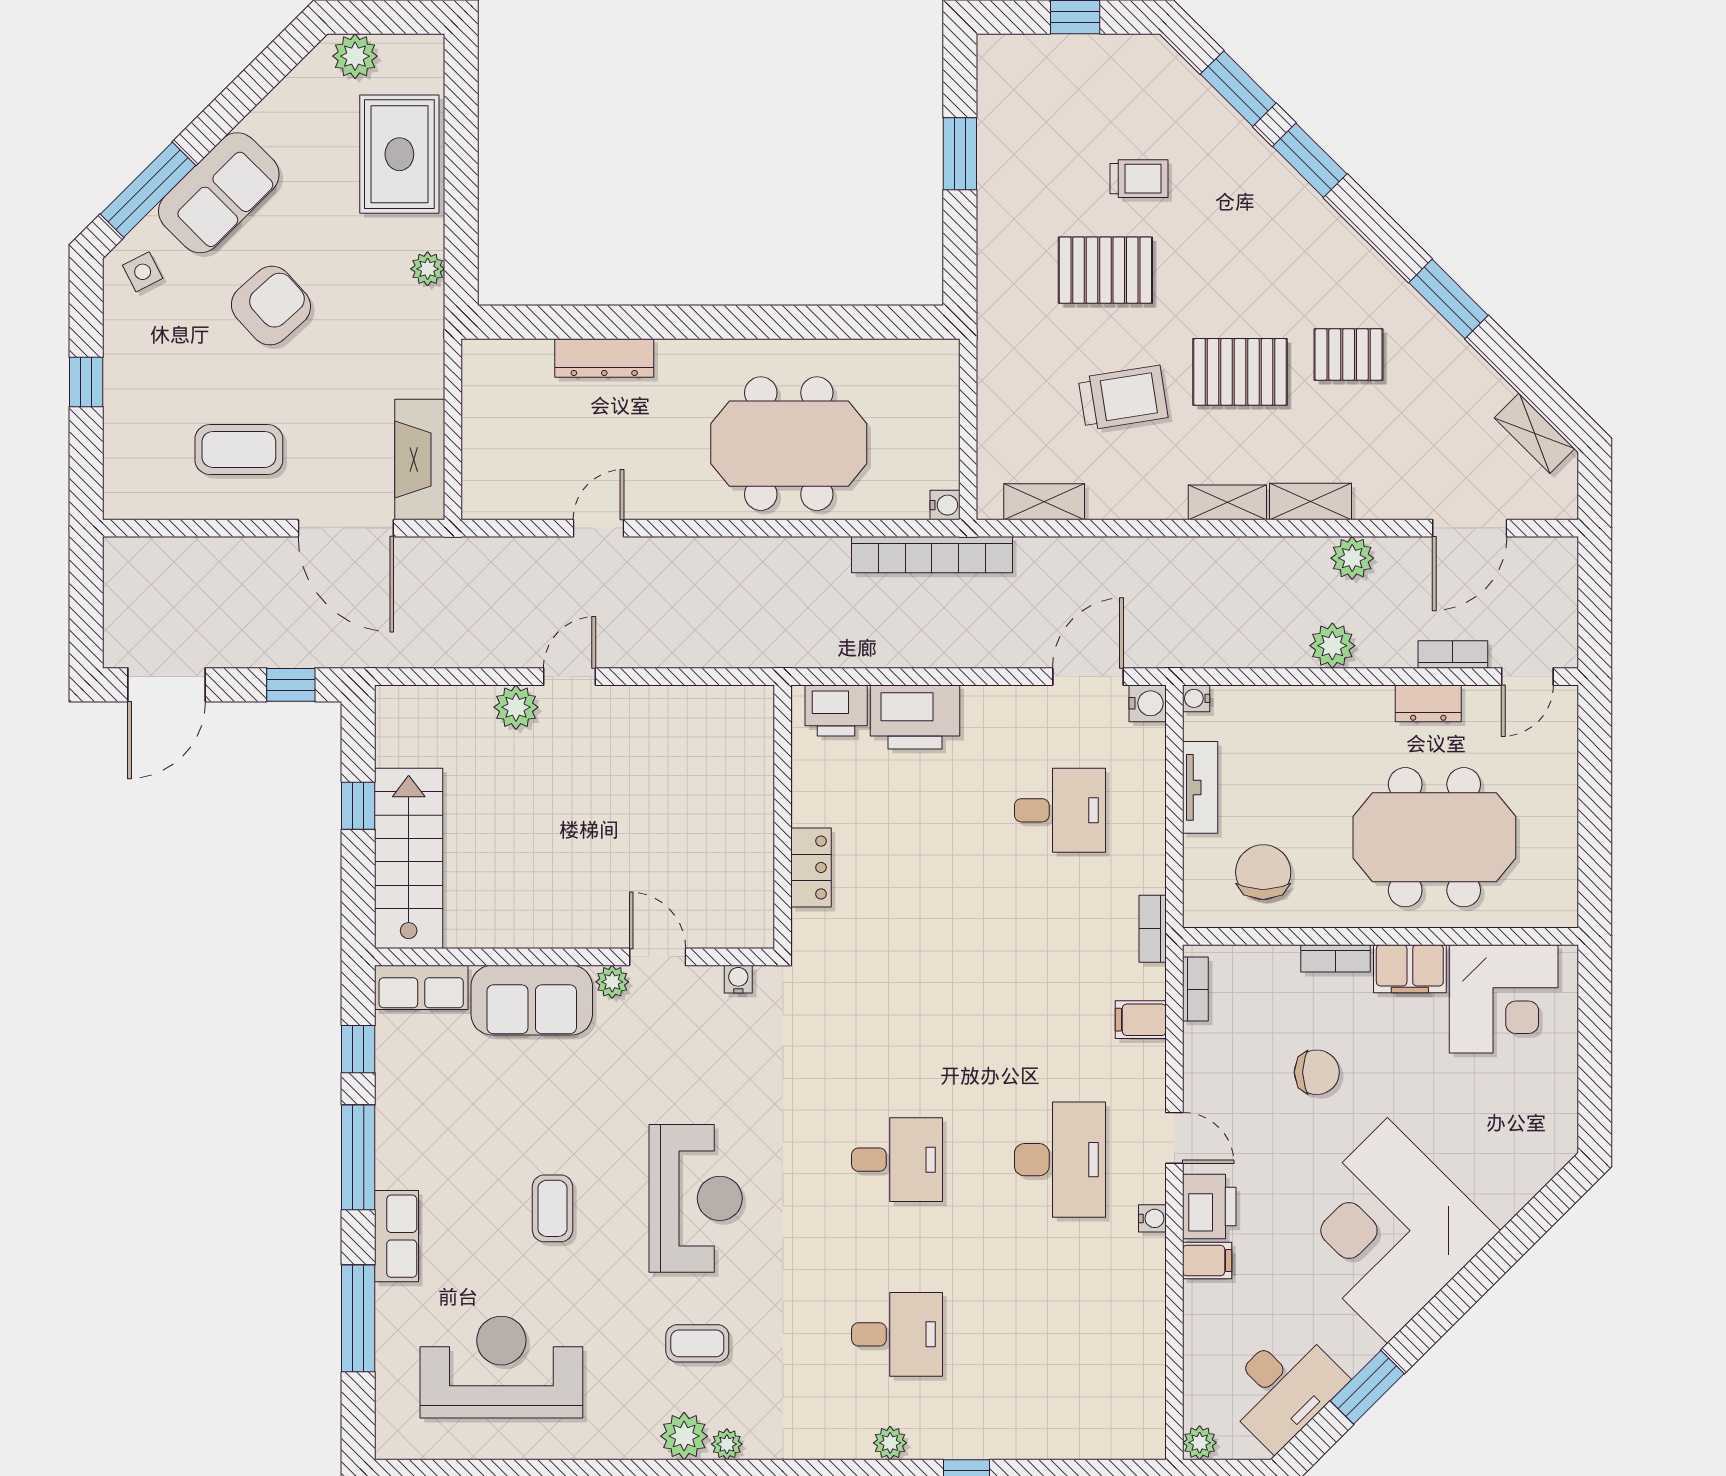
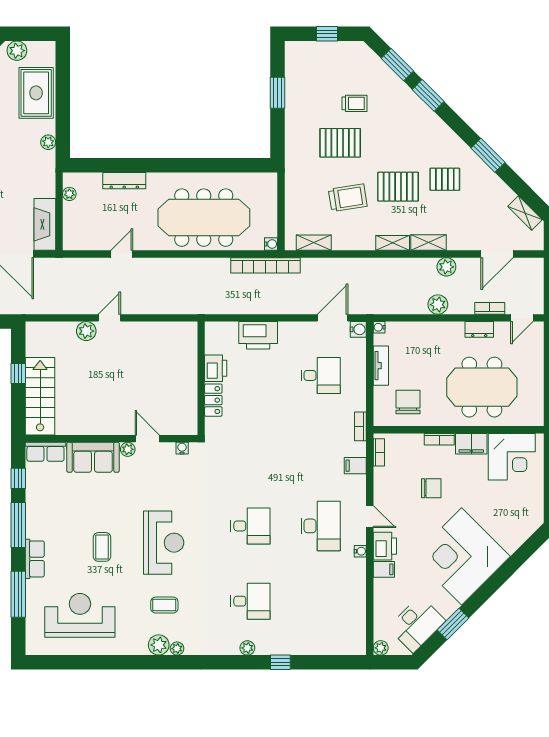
plant: (477, 389) -> (69, 194), added
meeting table: (789, 444) -> (204, 218), width x1.36
printer: (836, 710) -> (216, 368), moved, turned -90

